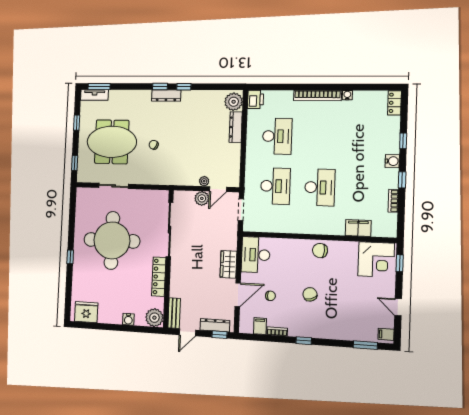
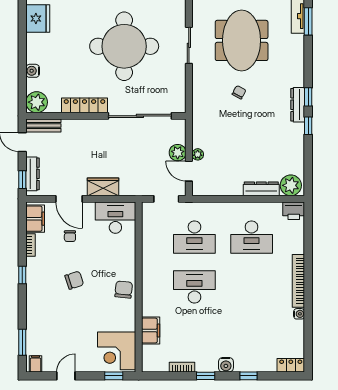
desk: (320, 187) -> (194, 287), turned 180
filing cabinet: (260, 326) -> (35, 219), width x2.00

